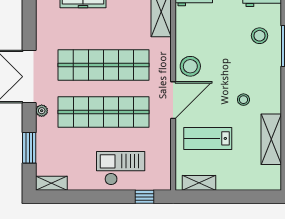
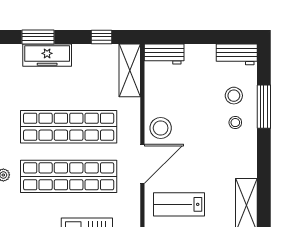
stool: (243, 100) -> (235, 123), moved

